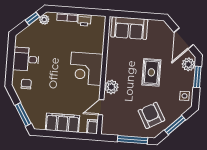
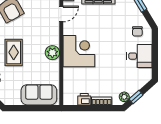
plant: (111, 87) -> (52, 53), moved

